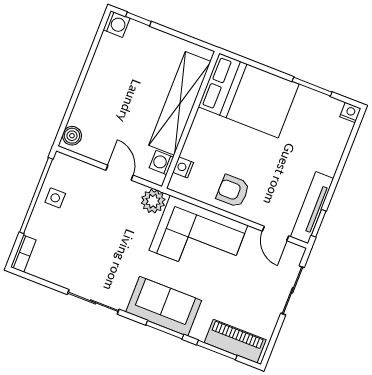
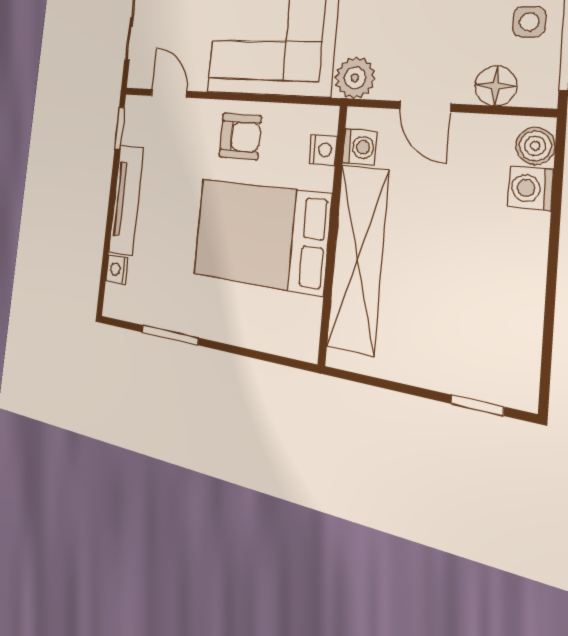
washing machine: (117, 24) -> (530, 188), moved
bed: (249, 95) -> (260, 235), moved
nightstand: (350, 113) -> (117, 269), moved, turned 90
floor lamp: (81, 171) -> (496, 86), added
tv unit: (312, 208) -> (126, 200), moved

